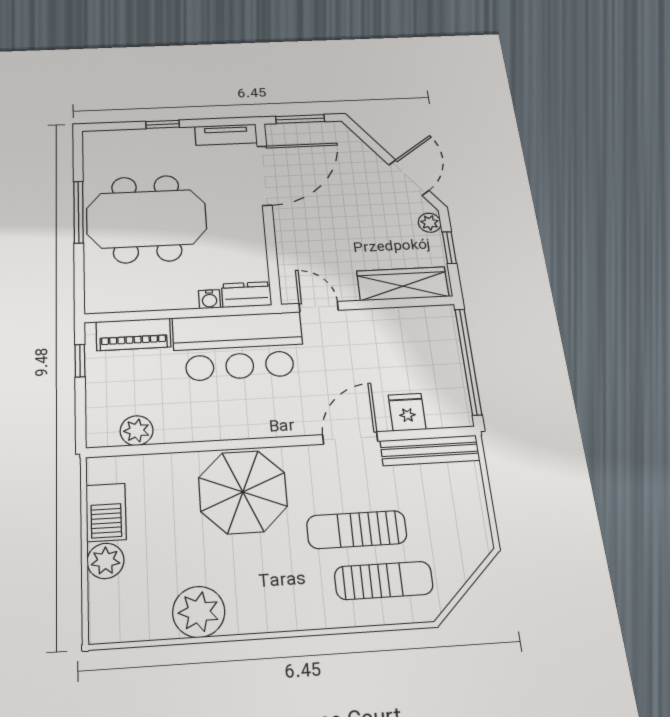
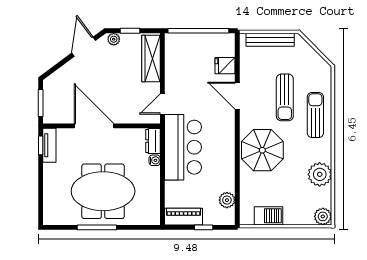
window: (163, 124) -> (41, 145), moved
door: (265, 176) -> (94, 126), moved
door: (409, 178) -> (84, 47), hinge flipped
meeting table: (146, 219) -> (103, 191), turned 90
piano: (133, 334) -> (183, 217), moved, turned -90
window: (80, 361) -> (204, 227), moved
bench: (430, 450) -> (270, 40), moved, turned 90
plant: (106, 561) -> (323, 216), moved
sun lounger: (384, 580) -> (315, 115), moved

